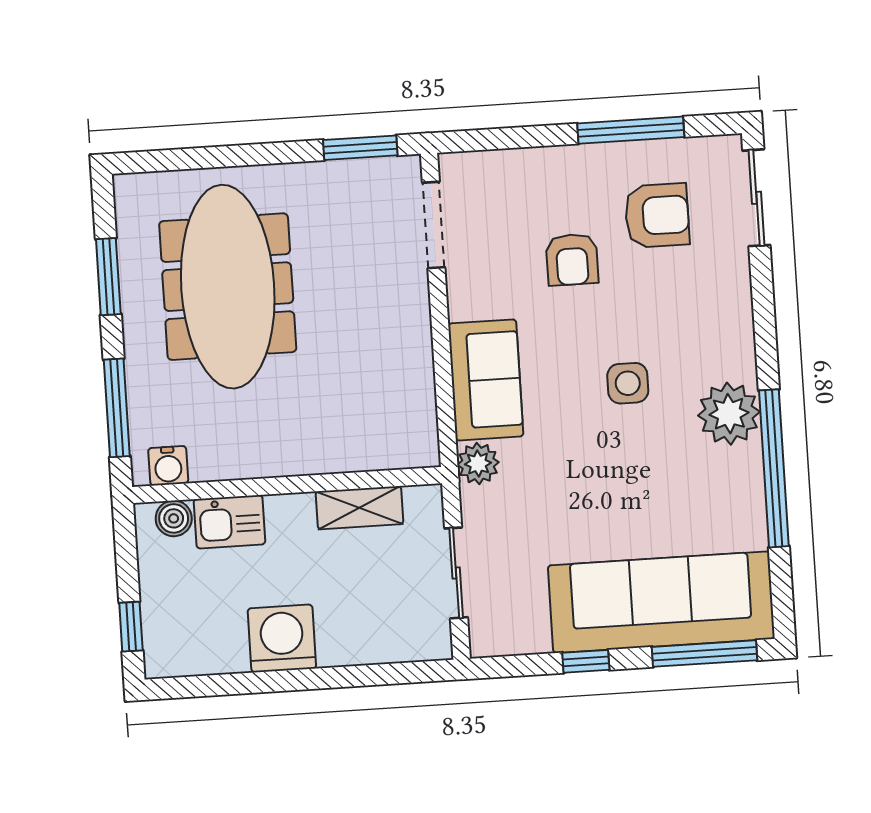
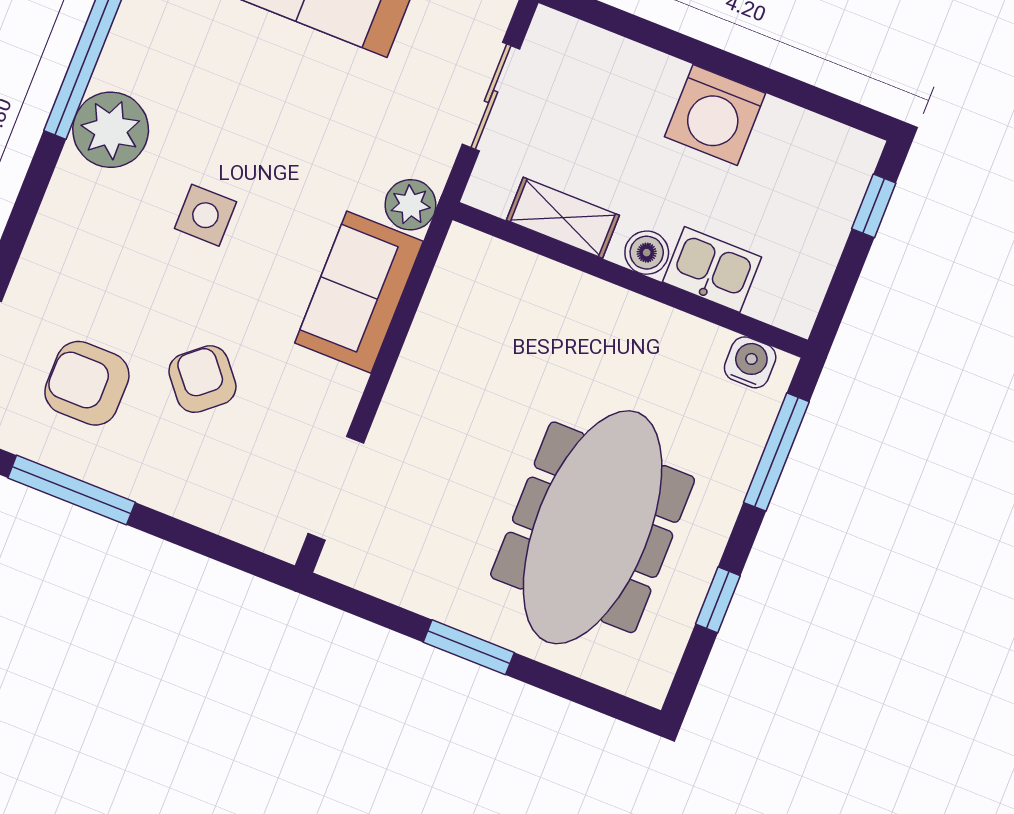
window: (360, 148) -> (469, 647), moved
armchair: (572, 259) -> (202, 379), turned -40
window: (108, 277) -> (718, 600), width x0.67
boiler: (174, 518) -> (647, 253), moved

